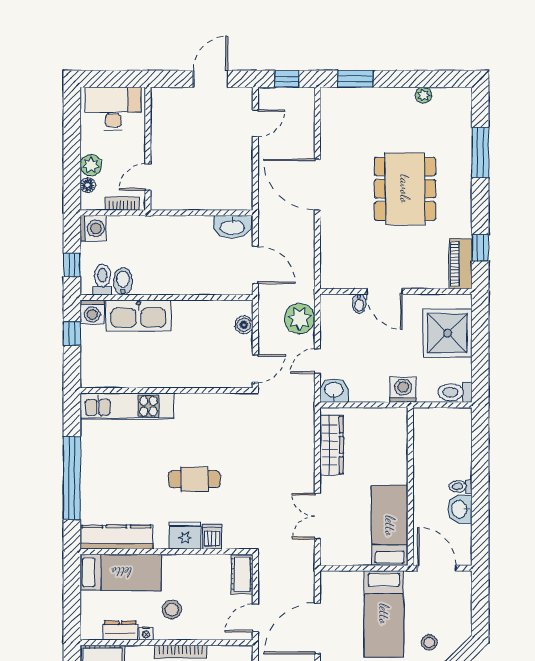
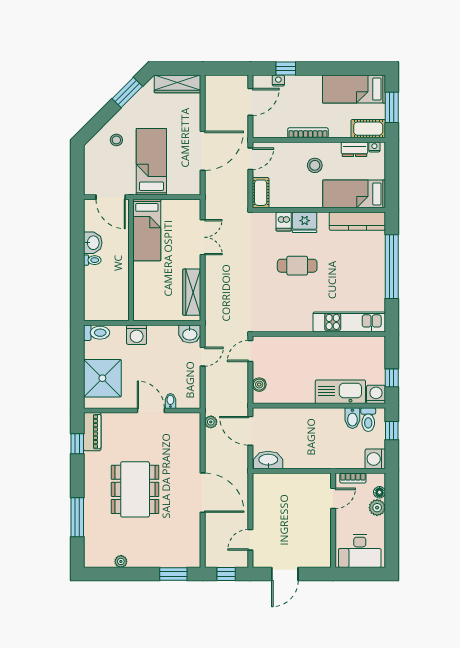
plant: (300, 319) -> (211, 422), moved, width x0.53, depth x0.53
nightstand: (146, 633) -> (374, 147), moved

